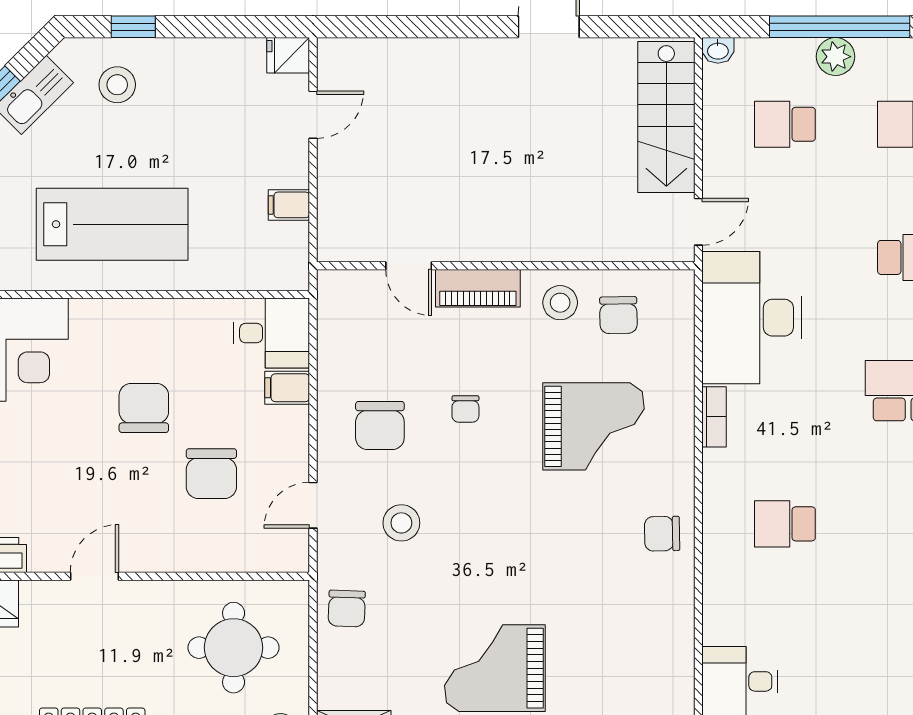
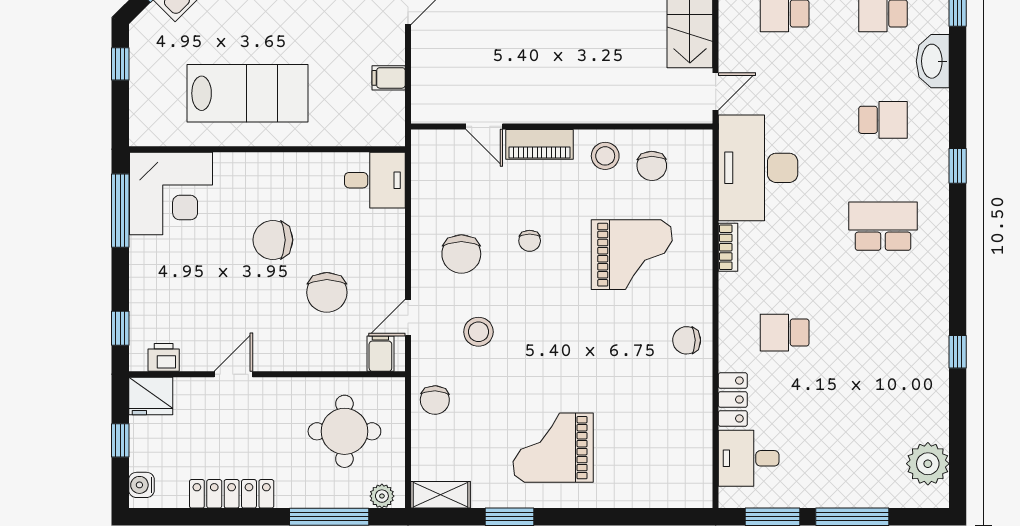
filing cabinet: (287, 388) -> (380, 354), moved, turned 90
chair: (144, 408) -> (273, 240), turned -90
locker: (720, 608) -> (733, 399), added

